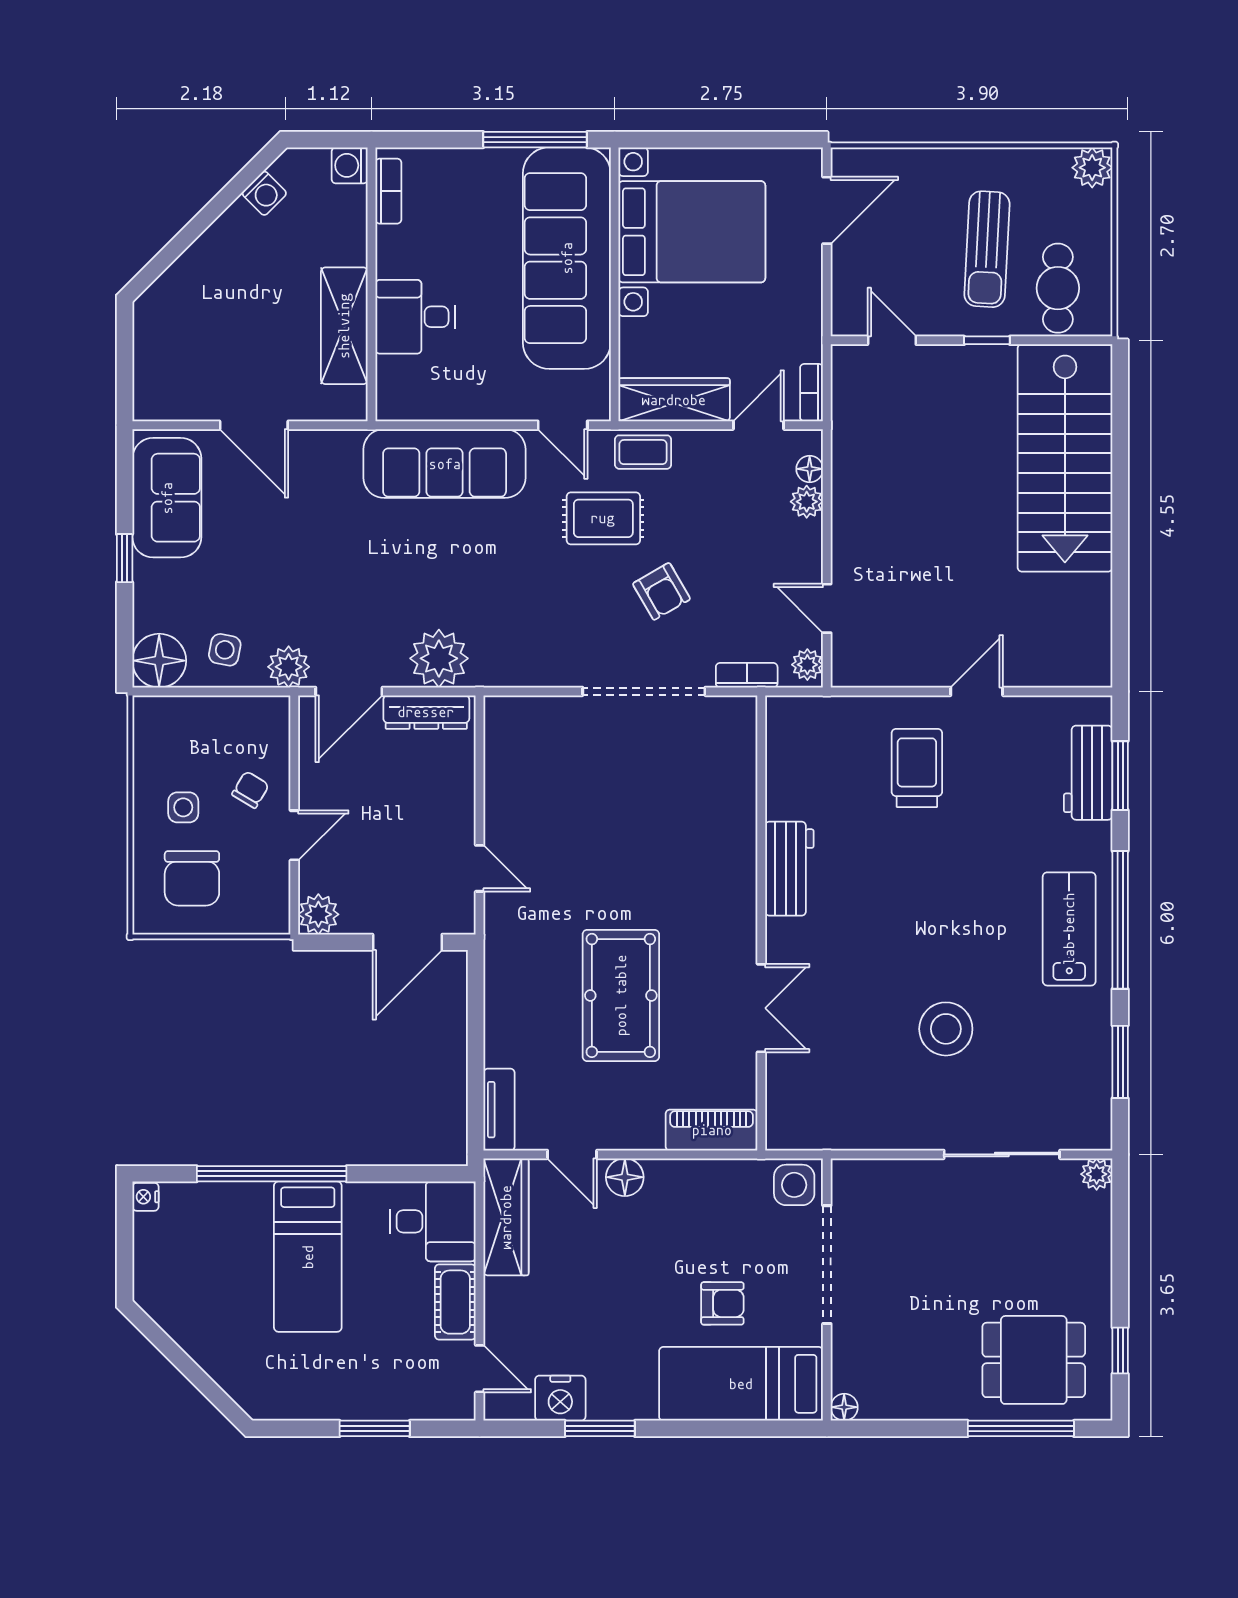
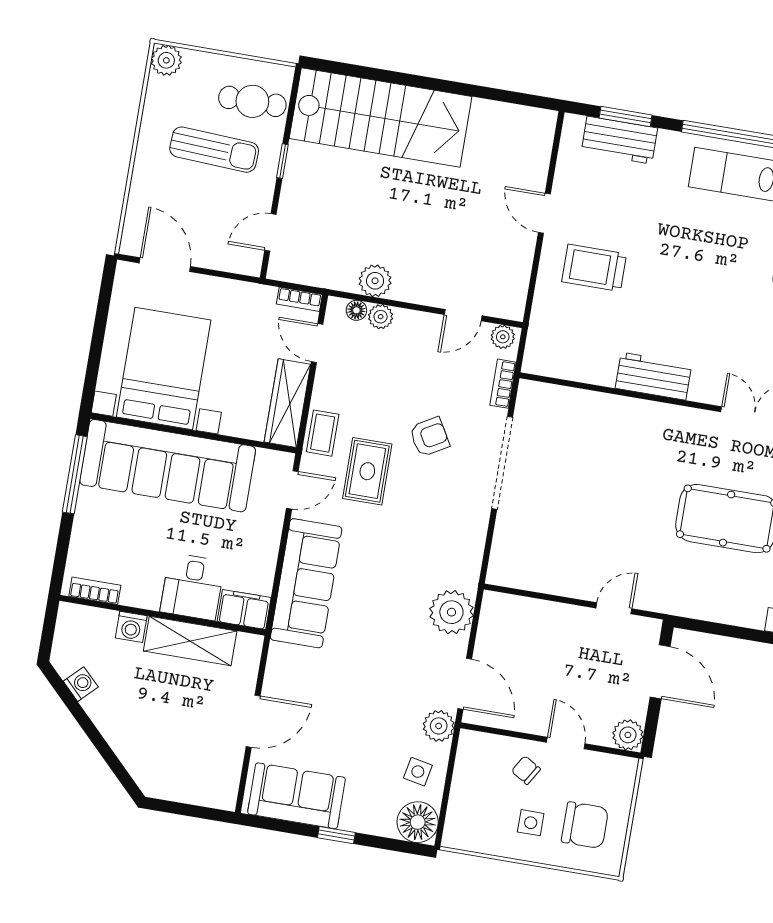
washing machine: (350, 165) -> (131, 627), moved
filing cabinet: (397, 389) -> (244, 610), added
plant: (852, 487) -> (375, 281), added
dresser: (426, 712) -> (490, 628), removed

